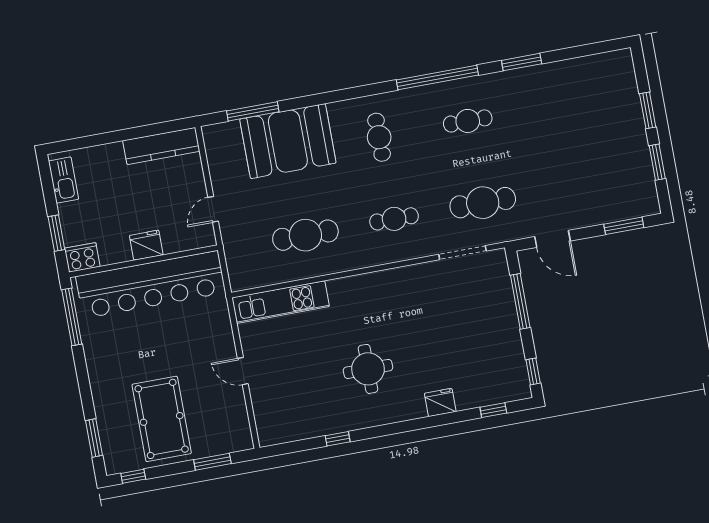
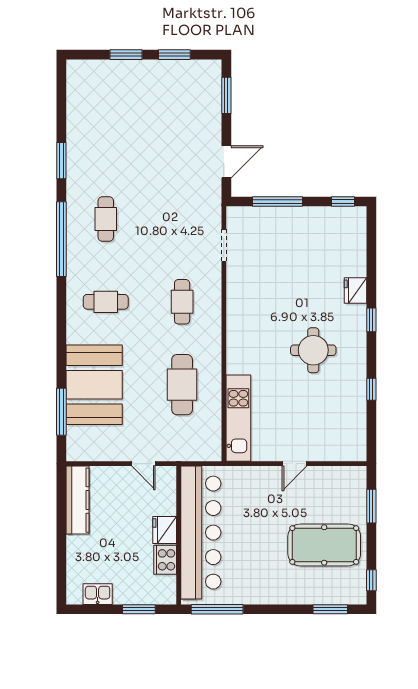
kitchen sink: (64, 180) -> (98, 594), width x0.73
cafe table: (483, 203) -> (182, 219), removed
doorway: (463, 253) -> (224, 245), width x0.73
cooker: (82, 257) -> (165, 560), moved
window: (493, 410) -> (371, 320), moved

